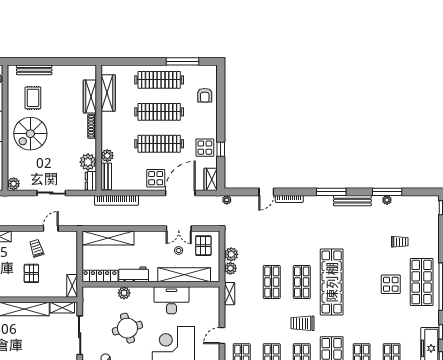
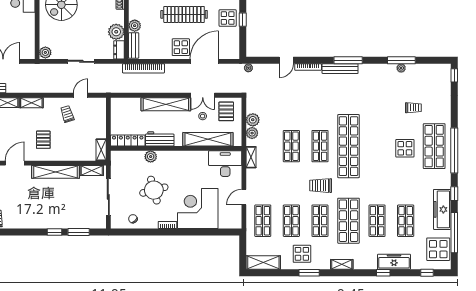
wardrobe: (211, 179) -> (233, 48), removed
bench: (352, 201) -> (340, 69), moved
shelving: (108, 238) -> (166, 104), moved
pallet: (31, 273) -> (43, 140), moved
desk: (171, 300) -> (225, 164), moved

